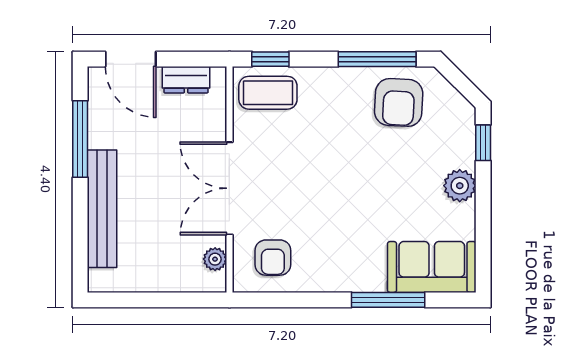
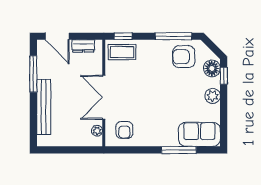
armchair: (399, 102) -> (184, 57), turned 87
floor lamp: (458, 127) -> (212, 68), added

